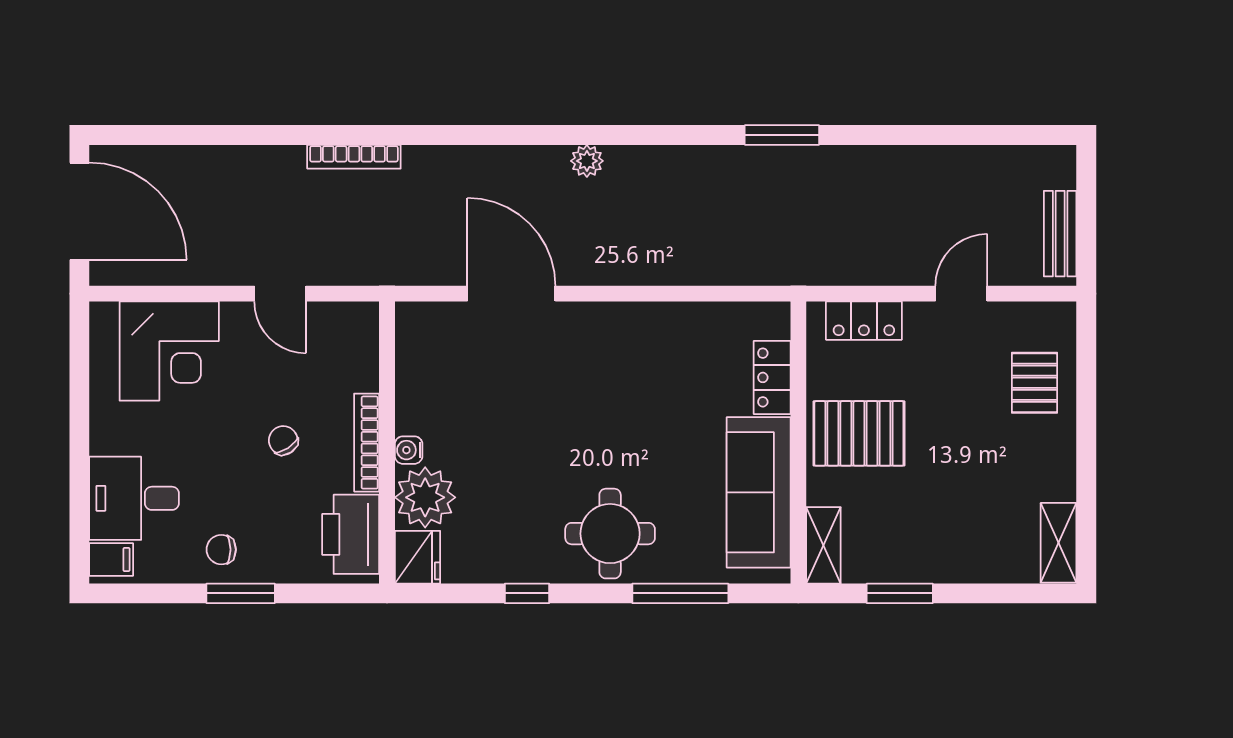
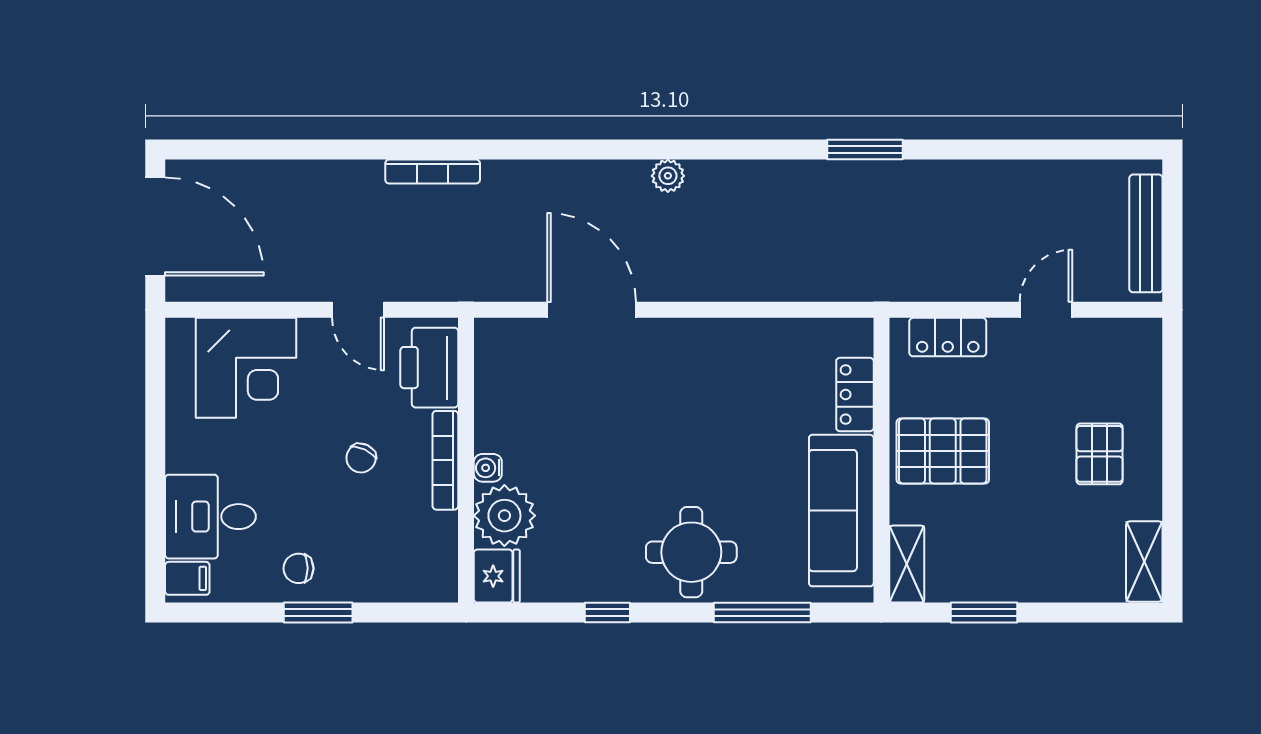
bench: (1060, 234) -> (1146, 233), width x1.36
pallet: (1035, 383) -> (1100, 454), moved
chair: (283, 440) -> (361, 458), turned -122
printer: (351, 534) -> (429, 368), moved

